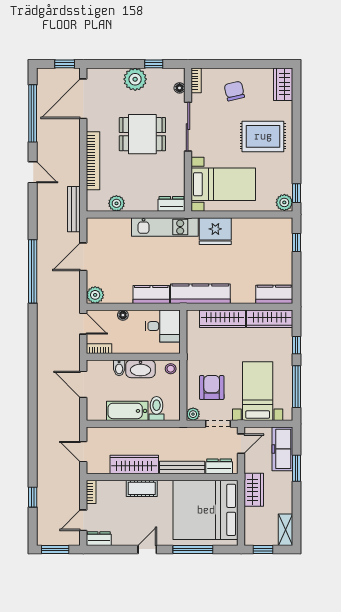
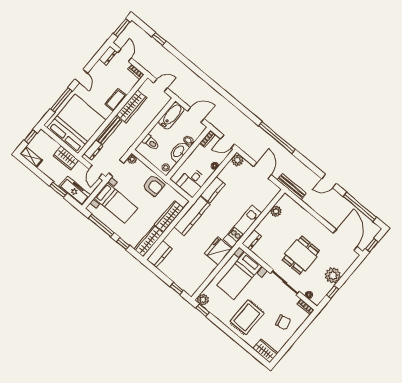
bookcase: (93, 161) -> (309, 218), removed
armchair: (212, 388) -> (154, 186), moved
bathtub: (127, 411) -> (171, 116), moved

